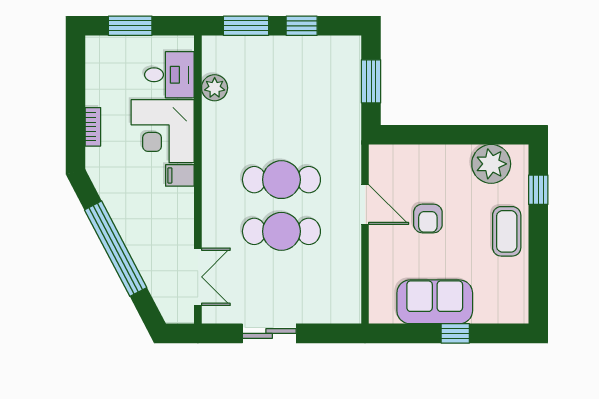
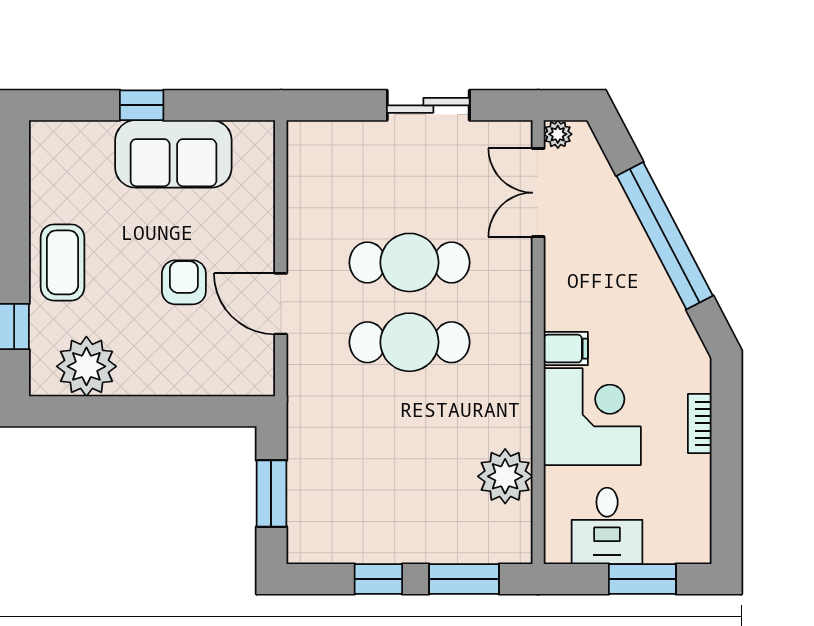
desk: (169, 75) -> (607, 526), moved, turned -90
plant: (215, 88) -> (505, 476), width x1.36, depth x1.36
plant: (185, 315) -> (558, 134), added

